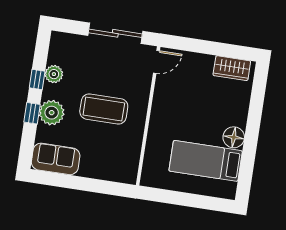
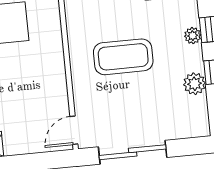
plant: (52, 113) -> (193, 36), width x0.53, depth x0.53

